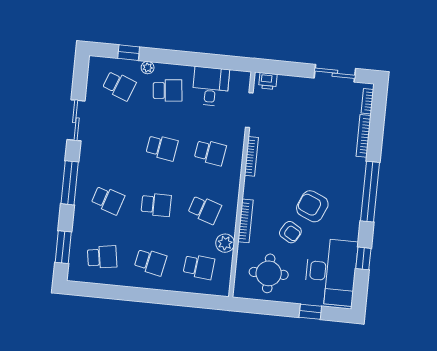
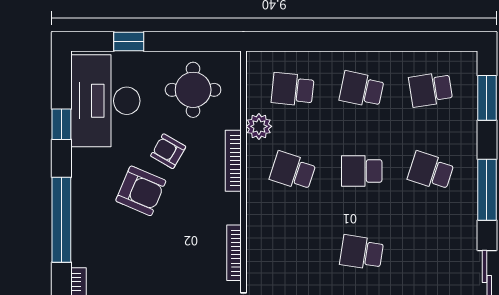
school desk: (210, 152) -> (293, 252), removed

